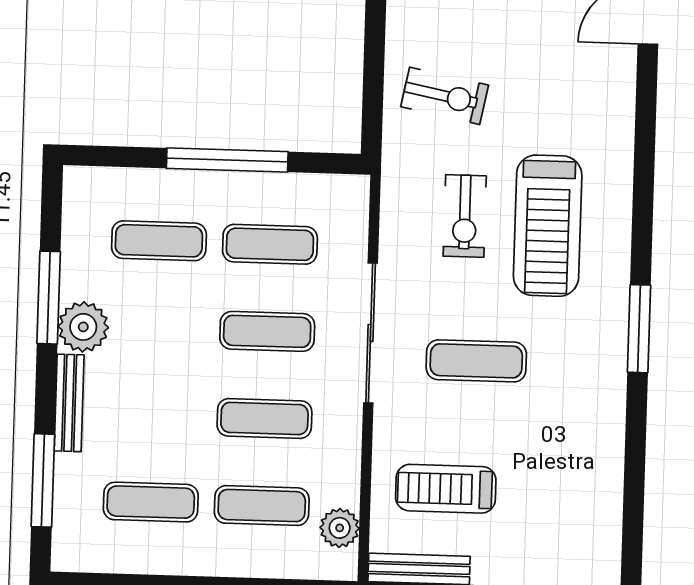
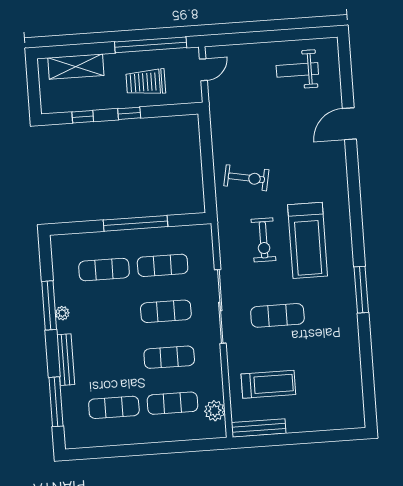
plant: (83, 327) -> (62, 313), width x0.53, depth x0.53
treadmill: (446, 489) -> (268, 384), turned 180

